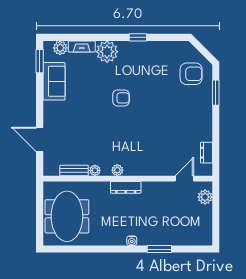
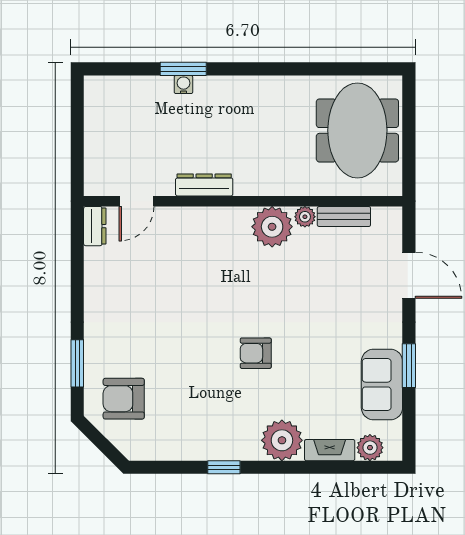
window: (40, 61) -> (409, 366), moved
dresser: (206, 153) -> (95, 226), moved
plant: (117, 170) -> (272, 227), width x1.87, depth x1.87
dresser: (126, 187) -> (204, 185), moved
plant: (205, 197) -> (98, 167), removed
water cooler: (132, 241) -> (183, 85), moved

